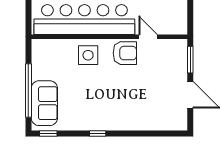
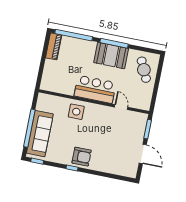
bar counter: (84, 20) -> (95, 89), width x0.54
armchair: (125, 53) -> (82, 157), moved
sofa: (44, 103) -> (40, 134), width x1.36

